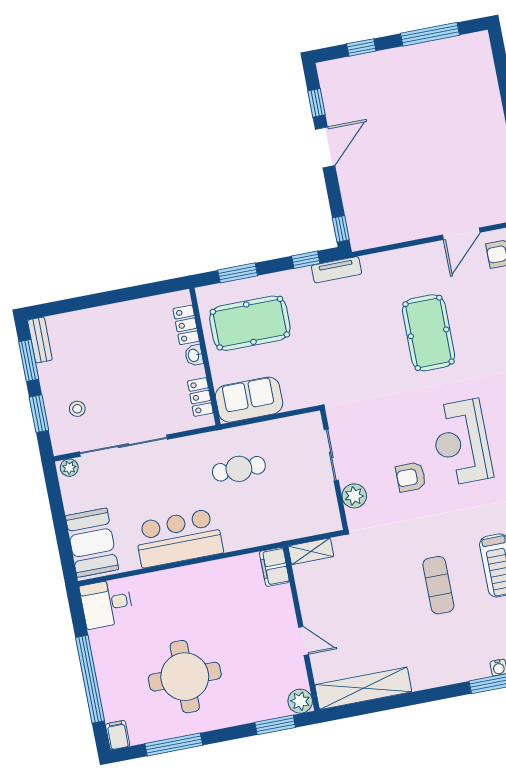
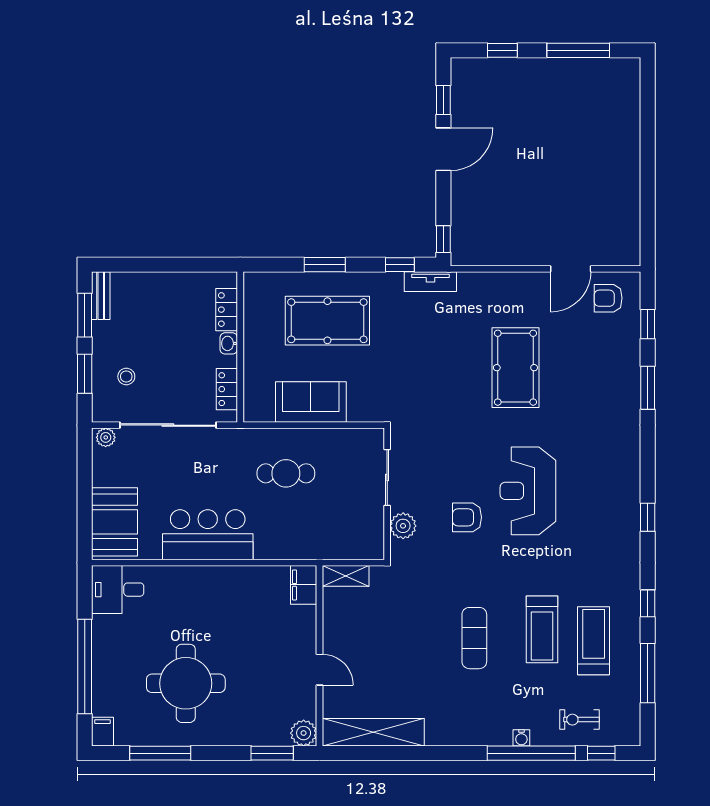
locker: (186, 325) -> (227, 310), moved
washbasin: (194, 355) -> (229, 343), moved
wall: (205, 356) -> (240, 347), moved
locker: (200, 397) -> (227, 389), moved

